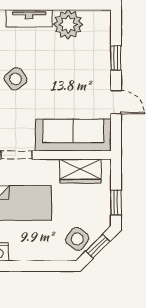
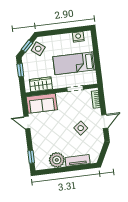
window: (116, 58) -> (31, 157), moved
sofa: (73, 135) -> (42, 103), width x0.73

